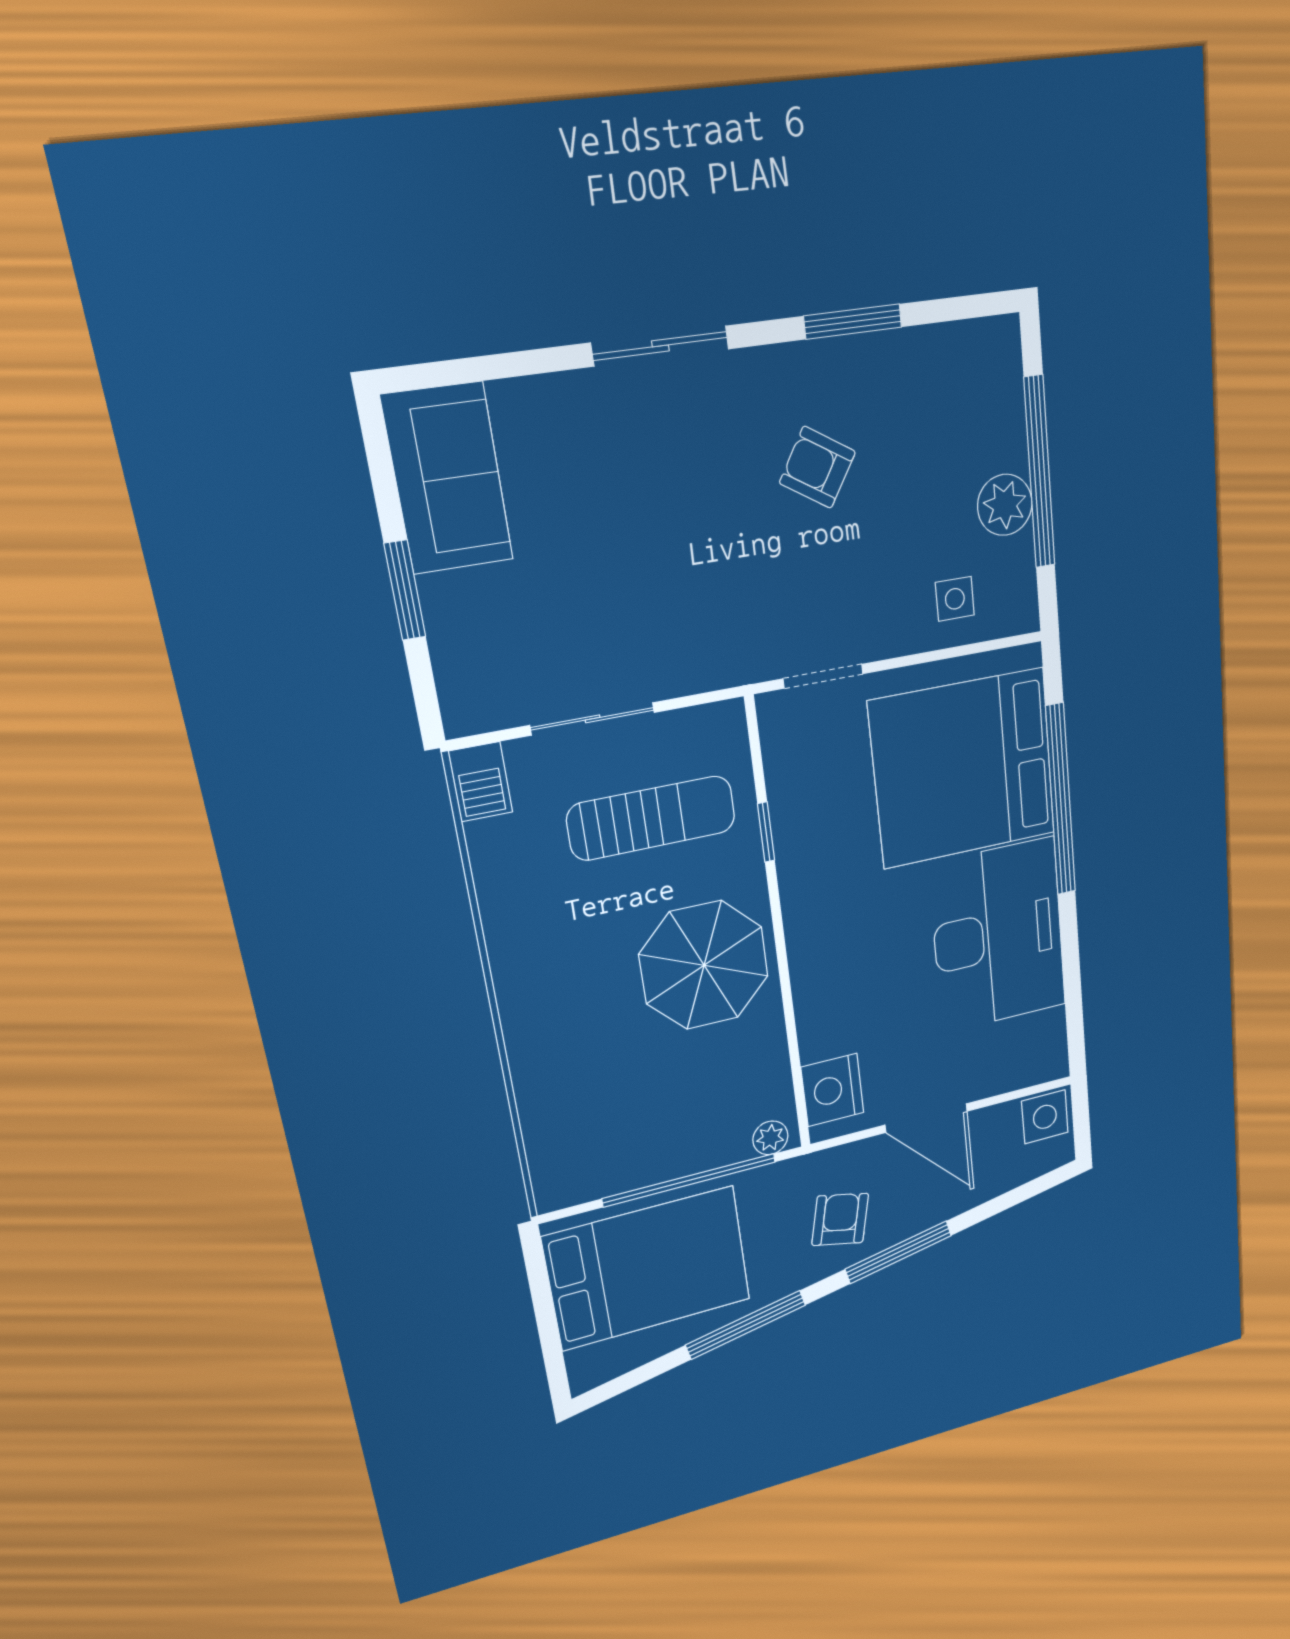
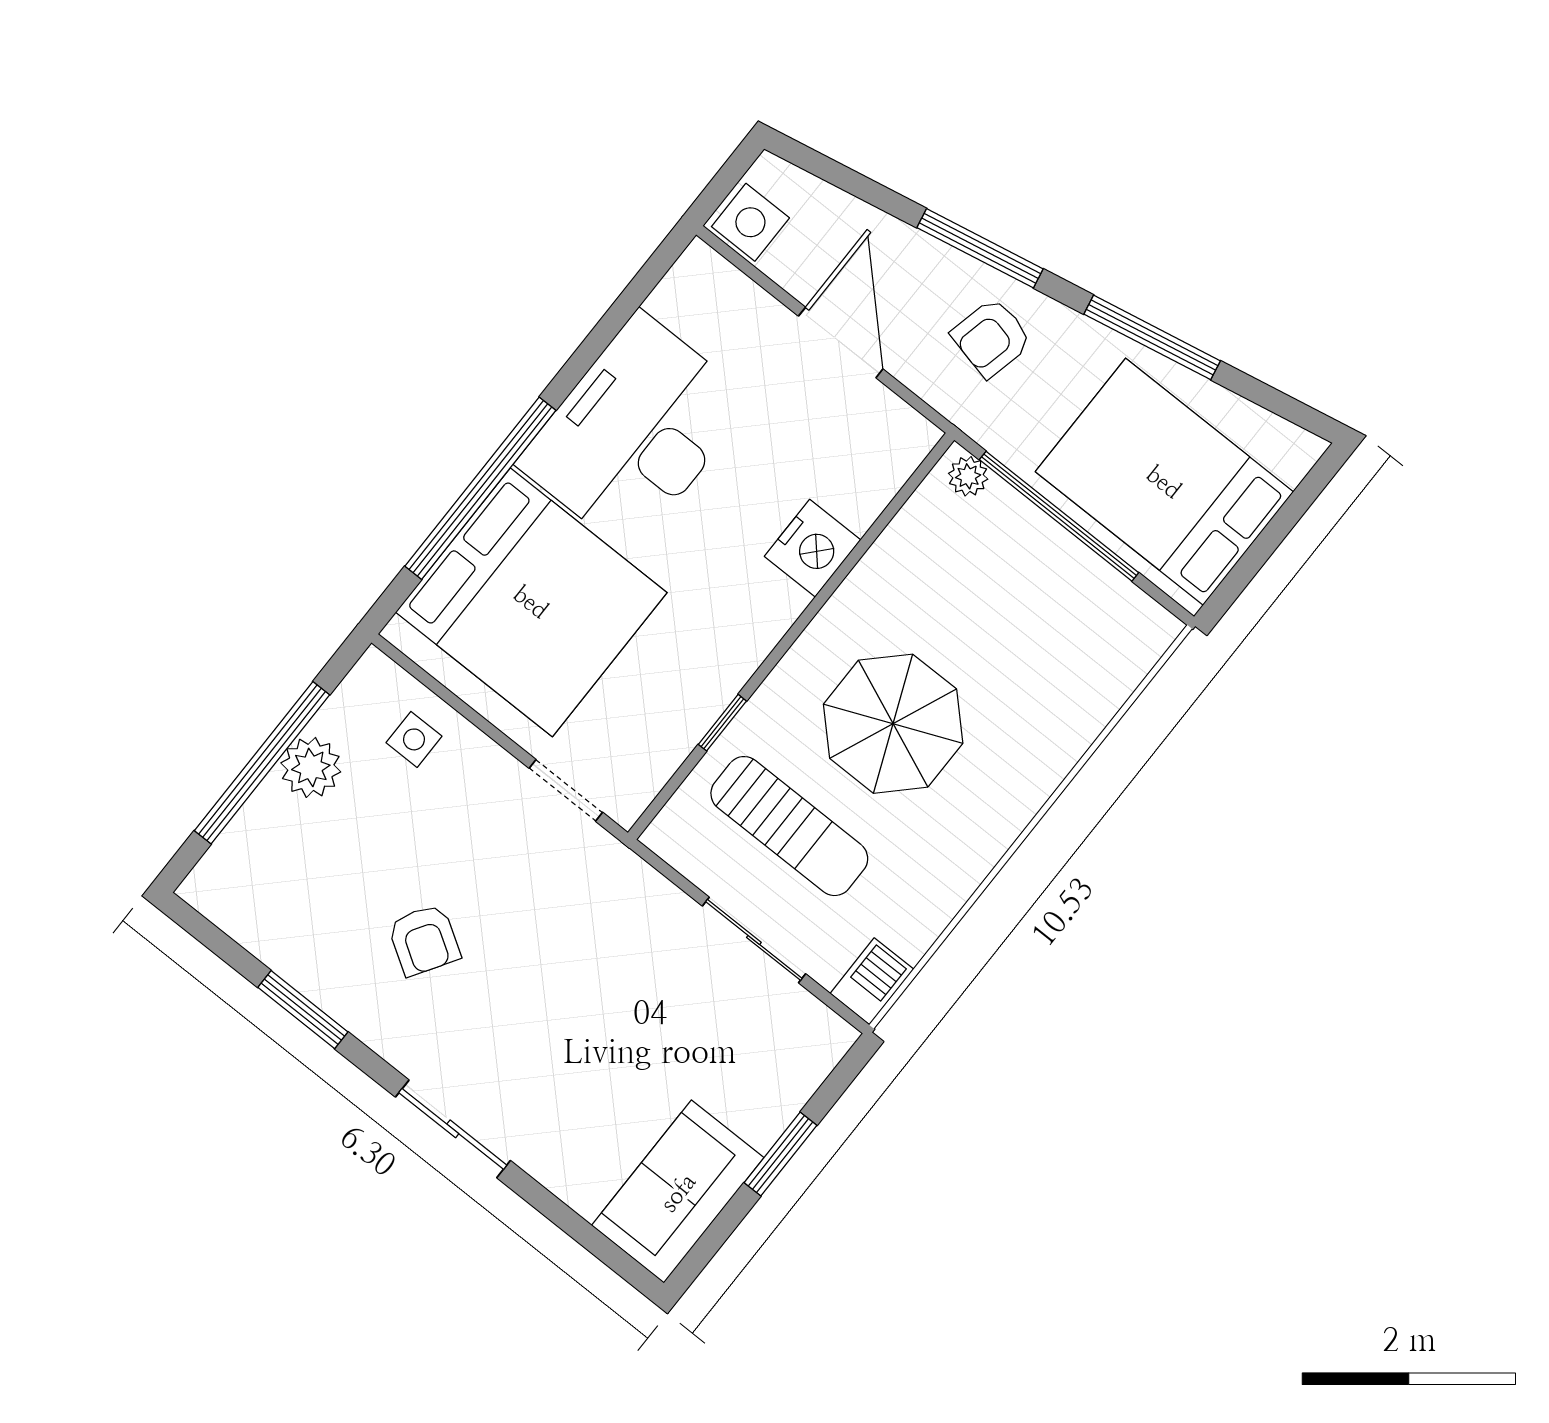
sun lounger: (652, 818) -> (789, 826), turned 180
parasol: (704, 965) -> (893, 724), moved
nightstand: (832, 1090) -> (813, 548), moved

